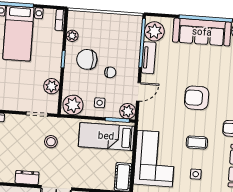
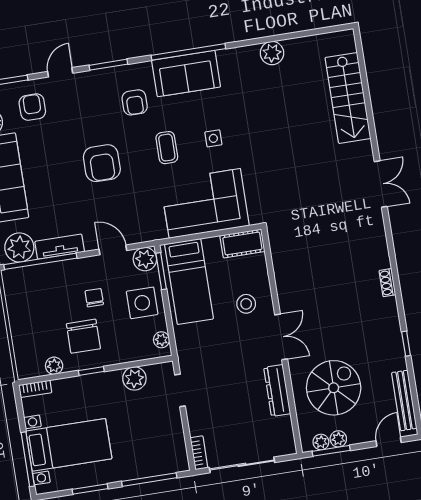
side table: (100, 103) -> (142, 303), width x1.87, depth x1.87
plant: (73, 105) -> (161, 340), width x0.53, depth x0.53
stool: (51, 142) -> (246, 304), moved
dresser: (27, 178) -> (277, 391), width x1.44

